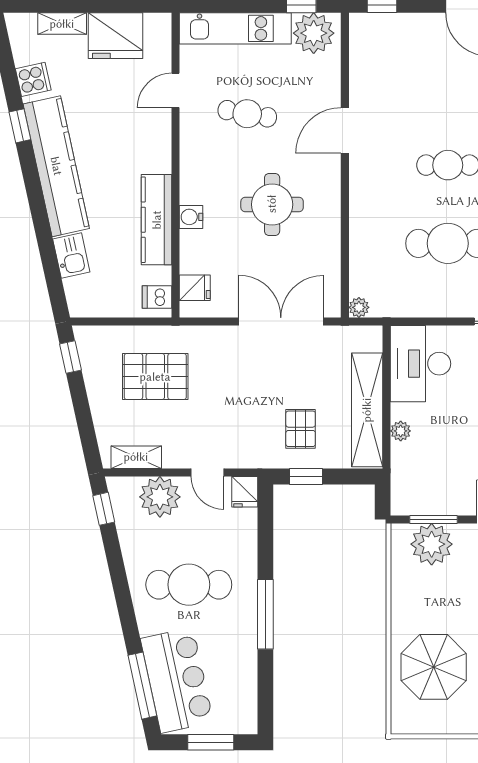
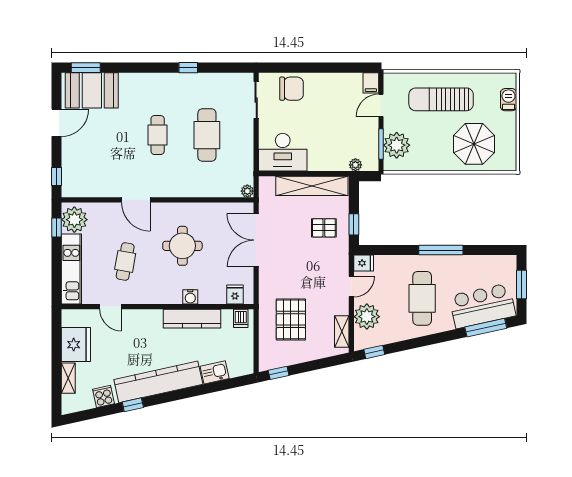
plant: (401, 431) -> (355, 165), moved

